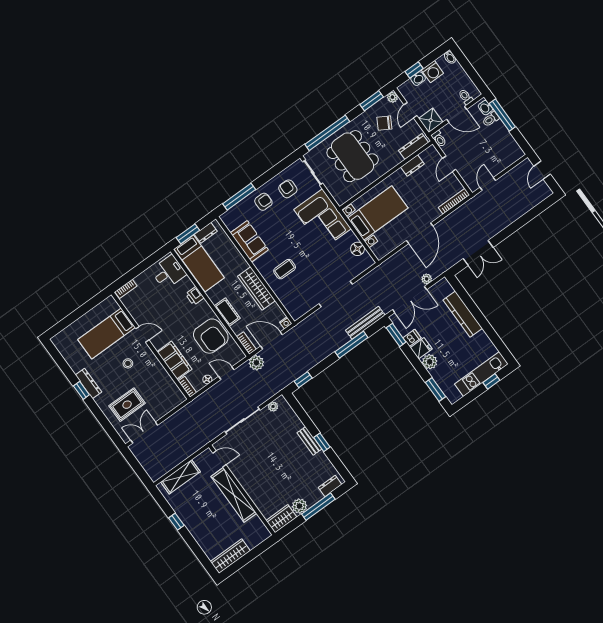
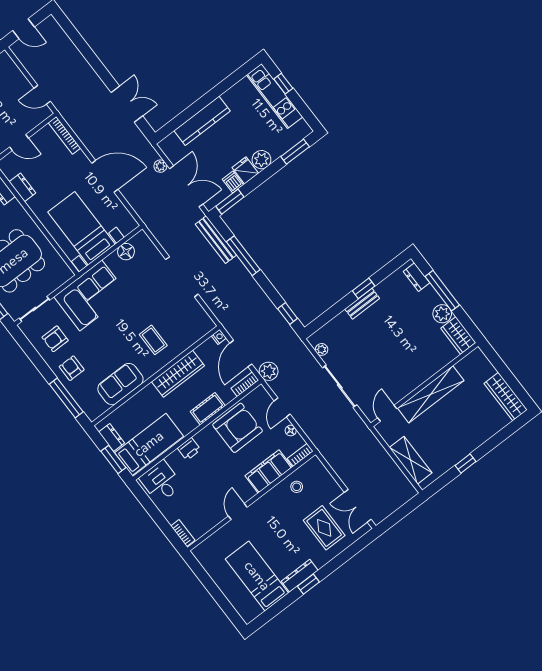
bed: (107, 333) -> (257, 576), moved, turned 180
stool: (128, 363) -> (297, 487), moved

